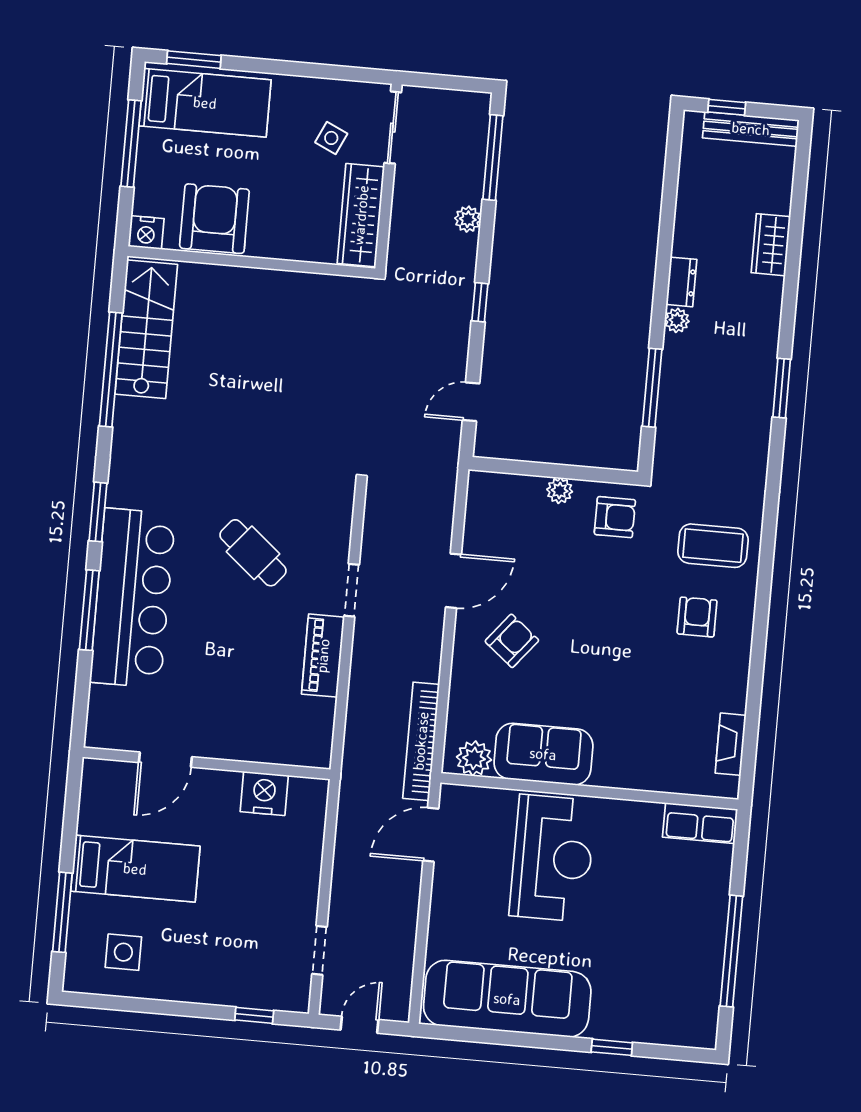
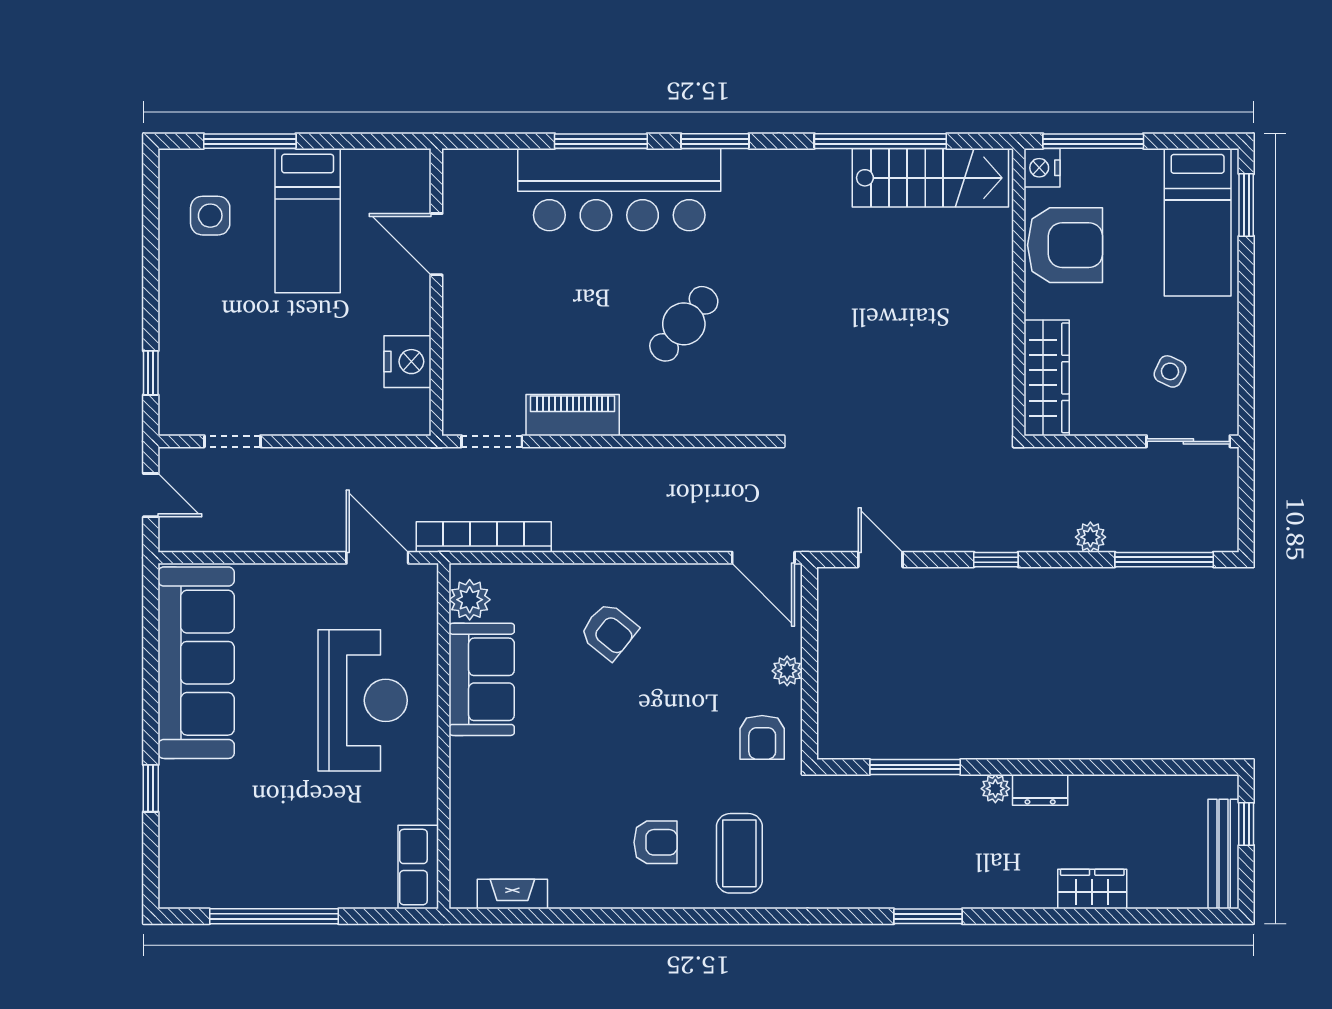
window: (131, 143) -> (1093, 141), moved
wardrobe: (361, 215) -> (1047, 378), moved, turned 90
door: (453, 581) -> (763, 558), moved
doorway: (352, 590) -> (492, 441), moved
reception desk: (552, 858) -> (363, 700), turned -90

